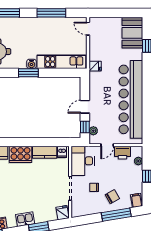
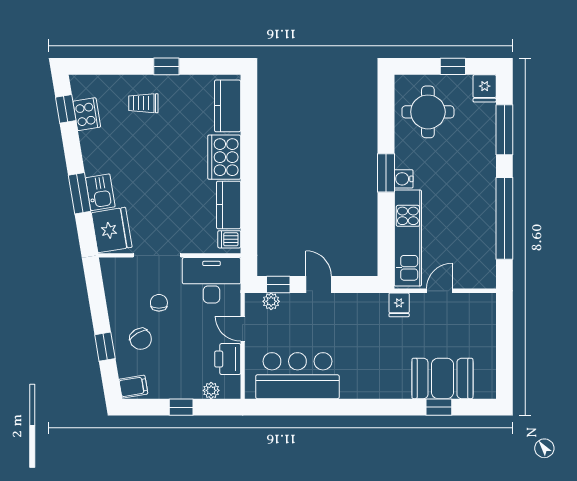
window: (51, 13) -> (504, 218), width x1.46
door: (88, 29) -> (439, 291), moved
booth: (132, 33) -> (442, 378), moved
bar counter: (131, 99) -> (297, 376), width x0.54
fridge: (62, 213) -> (112, 230), width x1.88, depth x1.34
window: (116, 215) -> (105, 347), width x0.46
kitchen sink: (25, 219) -> (100, 192), moved

